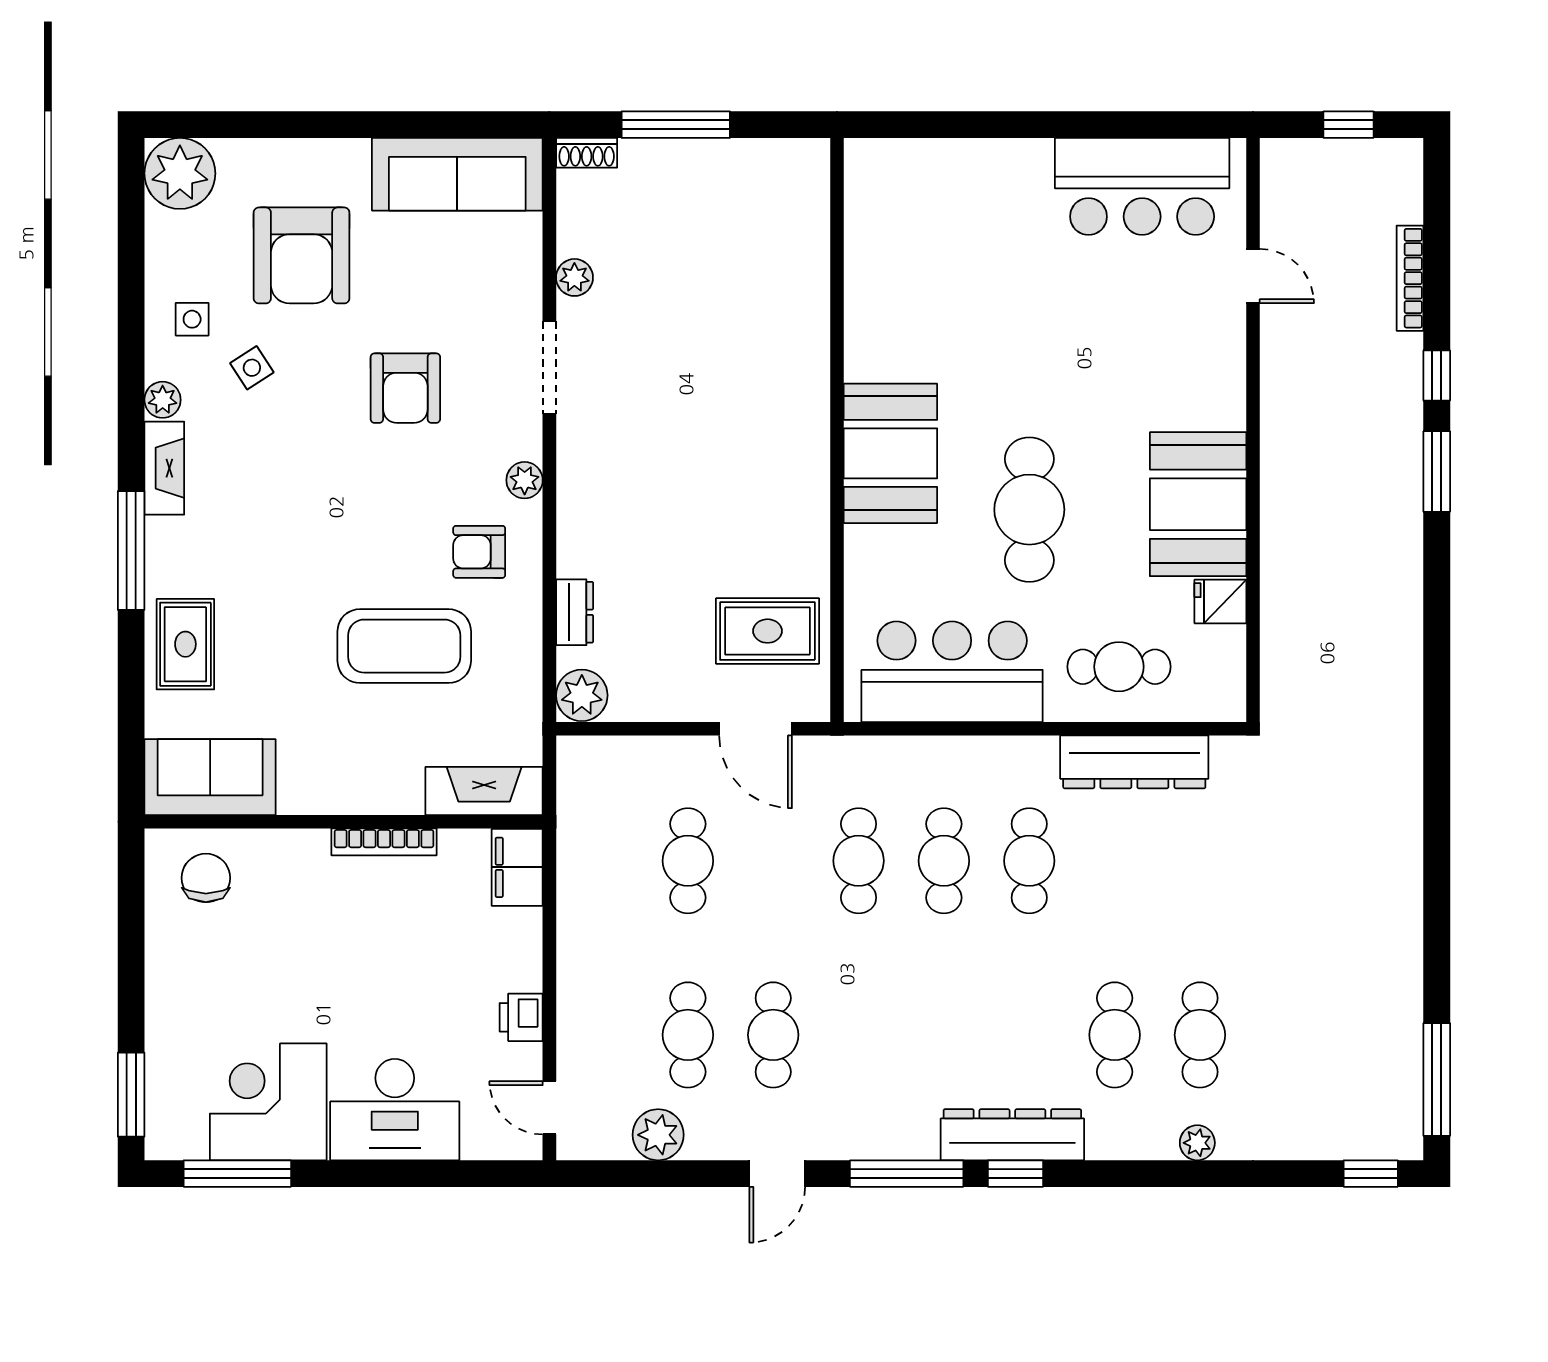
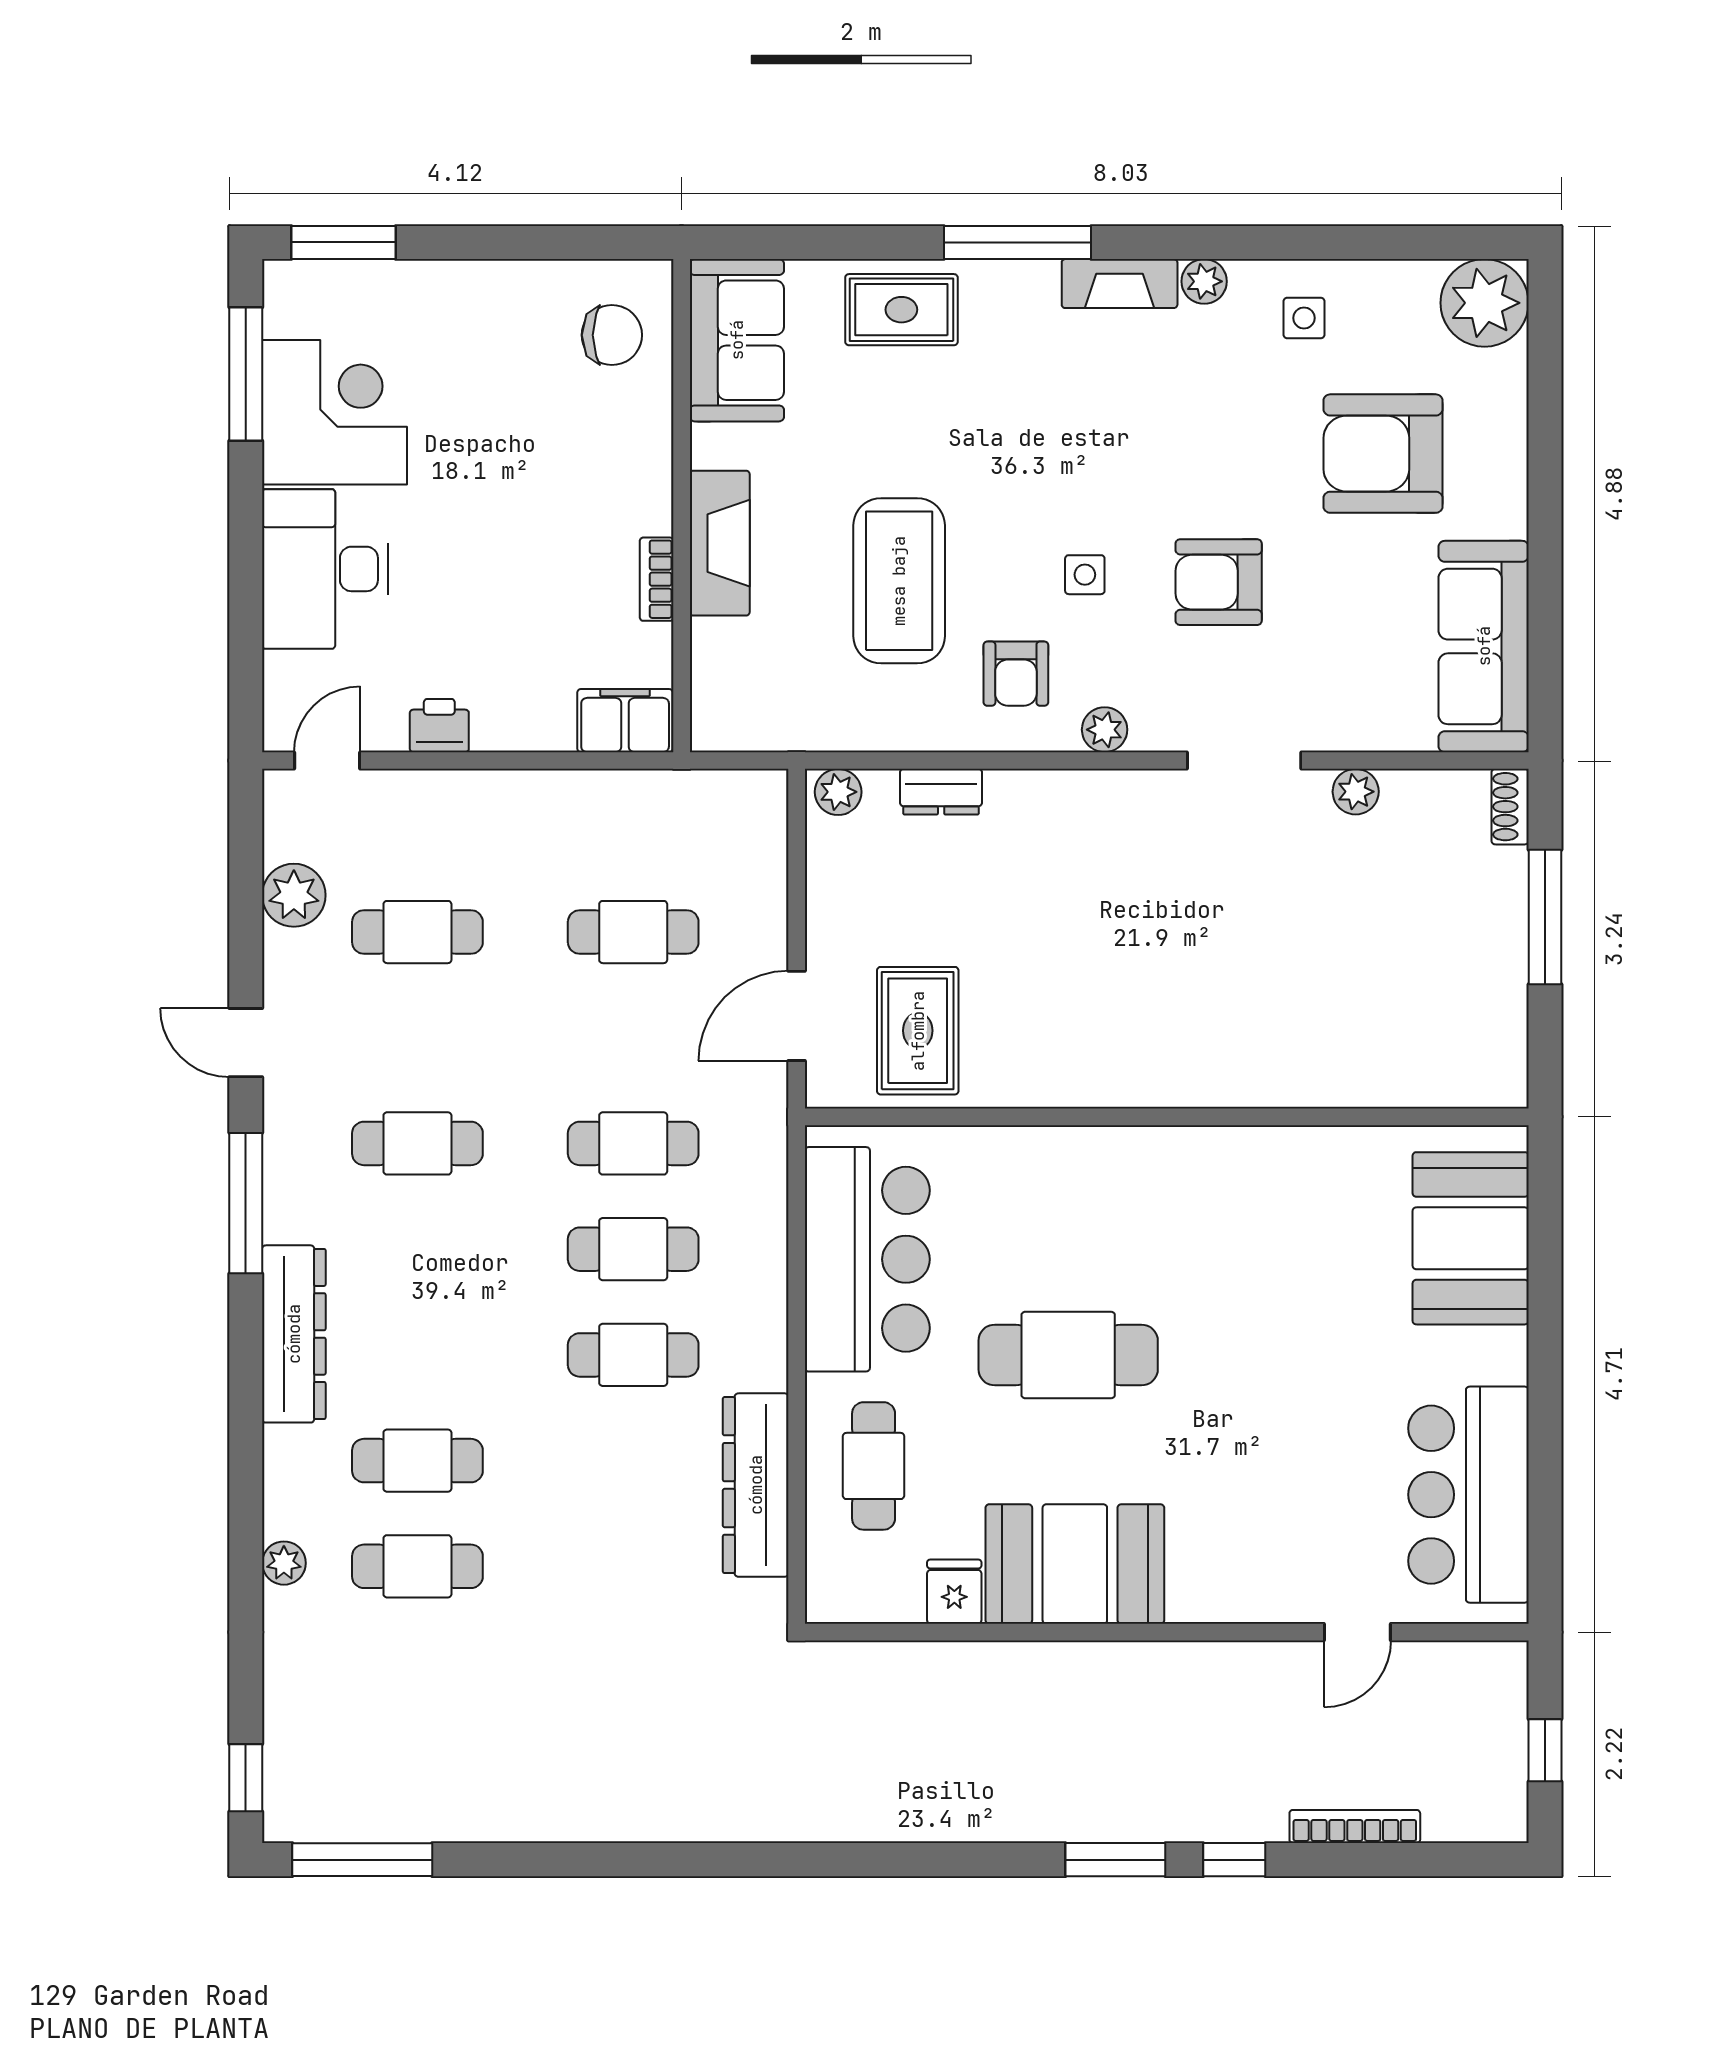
side table: (252, 368) -> (1085, 575), moved, turned 33
booth: (890, 453) -> (1471, 1238), moved, turned 90
armchair: (479, 552) -> (1016, 674), turned 180
plant: (582, 695) -> (838, 792), width x0.73, depth x0.73
fireplace: (484, 791) -> (720, 543), moved
bookcase: (384, 842) -> (657, 579), width x0.64
cafe table: (773, 1035) -> (417, 1143), moved
window: (1015, 1174) -> (246, 1338), removed

